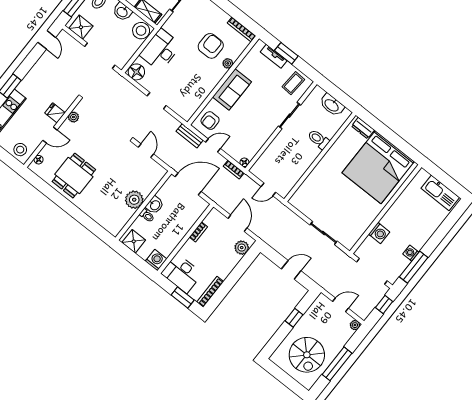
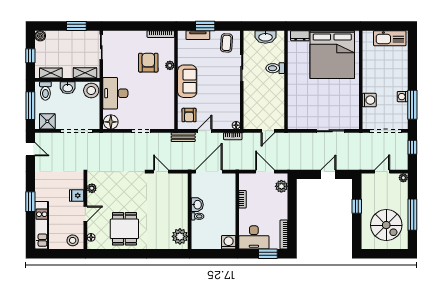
plant: (134, 200) -> (180, 236), moved
shower: (134, 241) -> (203, 242), removed

